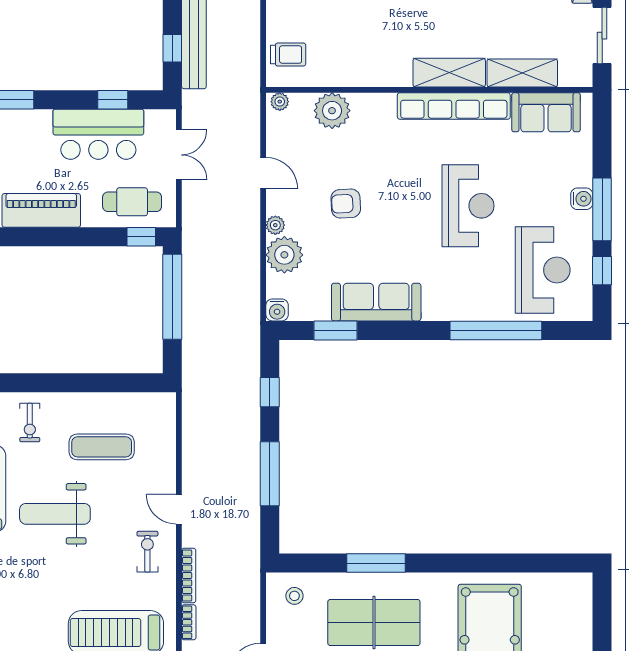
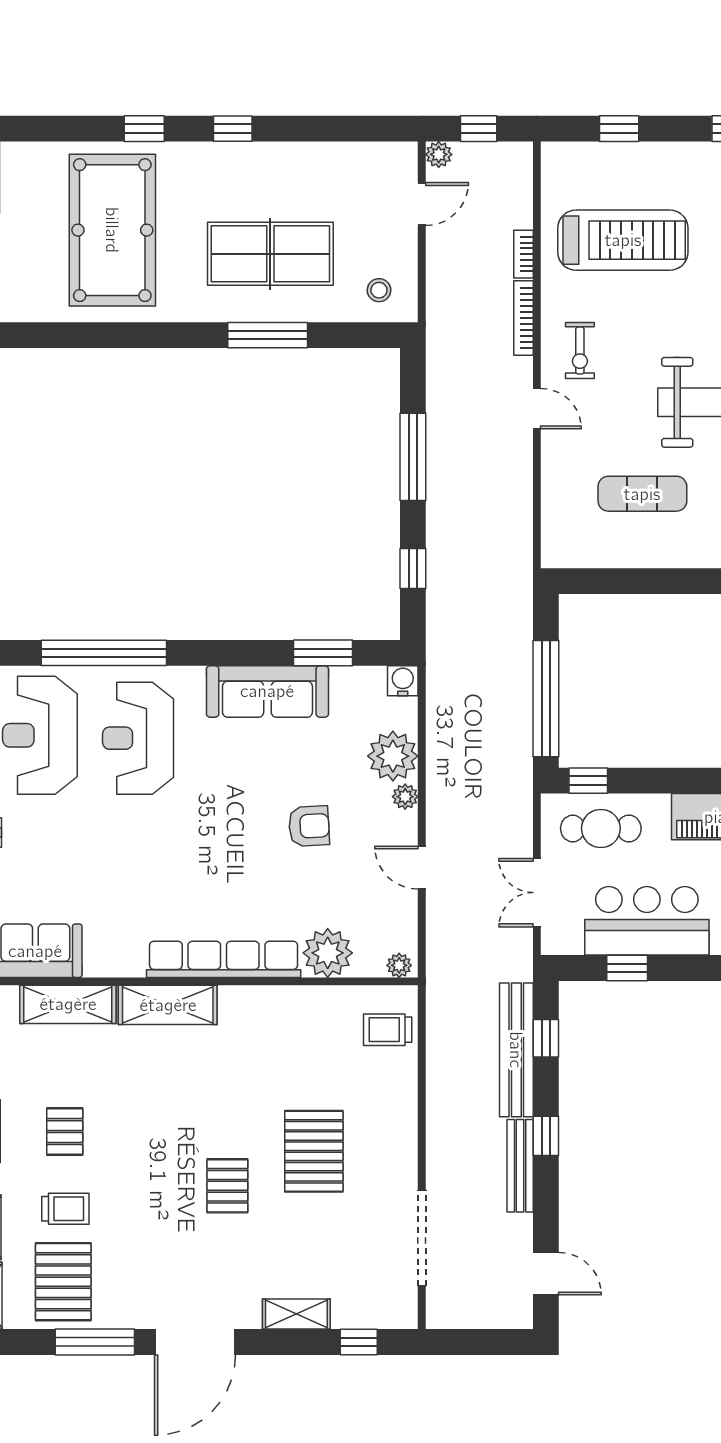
row of seats: (454, 106) -> (224, 959), moved
reception desk: (468, 206) -> (138, 738), moved

